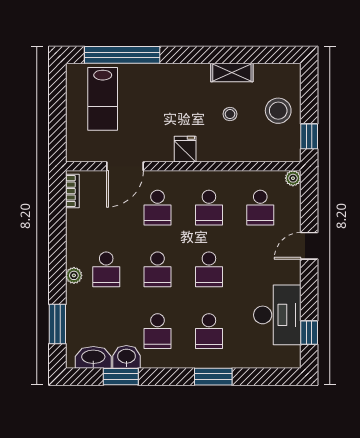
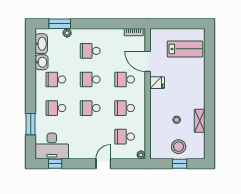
window: (122, 55) -> (210, 60), removed
lab bench: (103, 99) -> (185, 49), turned 180
window: (309, 136) -> (180, 164), moved
fridge: (185, 149) -> (157, 83), moved
door: (309, 246) -> (103, 164), hinge flipped
plant: (74, 275) -> (67, 33), moved
desk: (277, 315) -> (52, 146), moved
window: (121, 377) -> (31, 59), removed
window: (213, 377) -> (31, 124), moved

